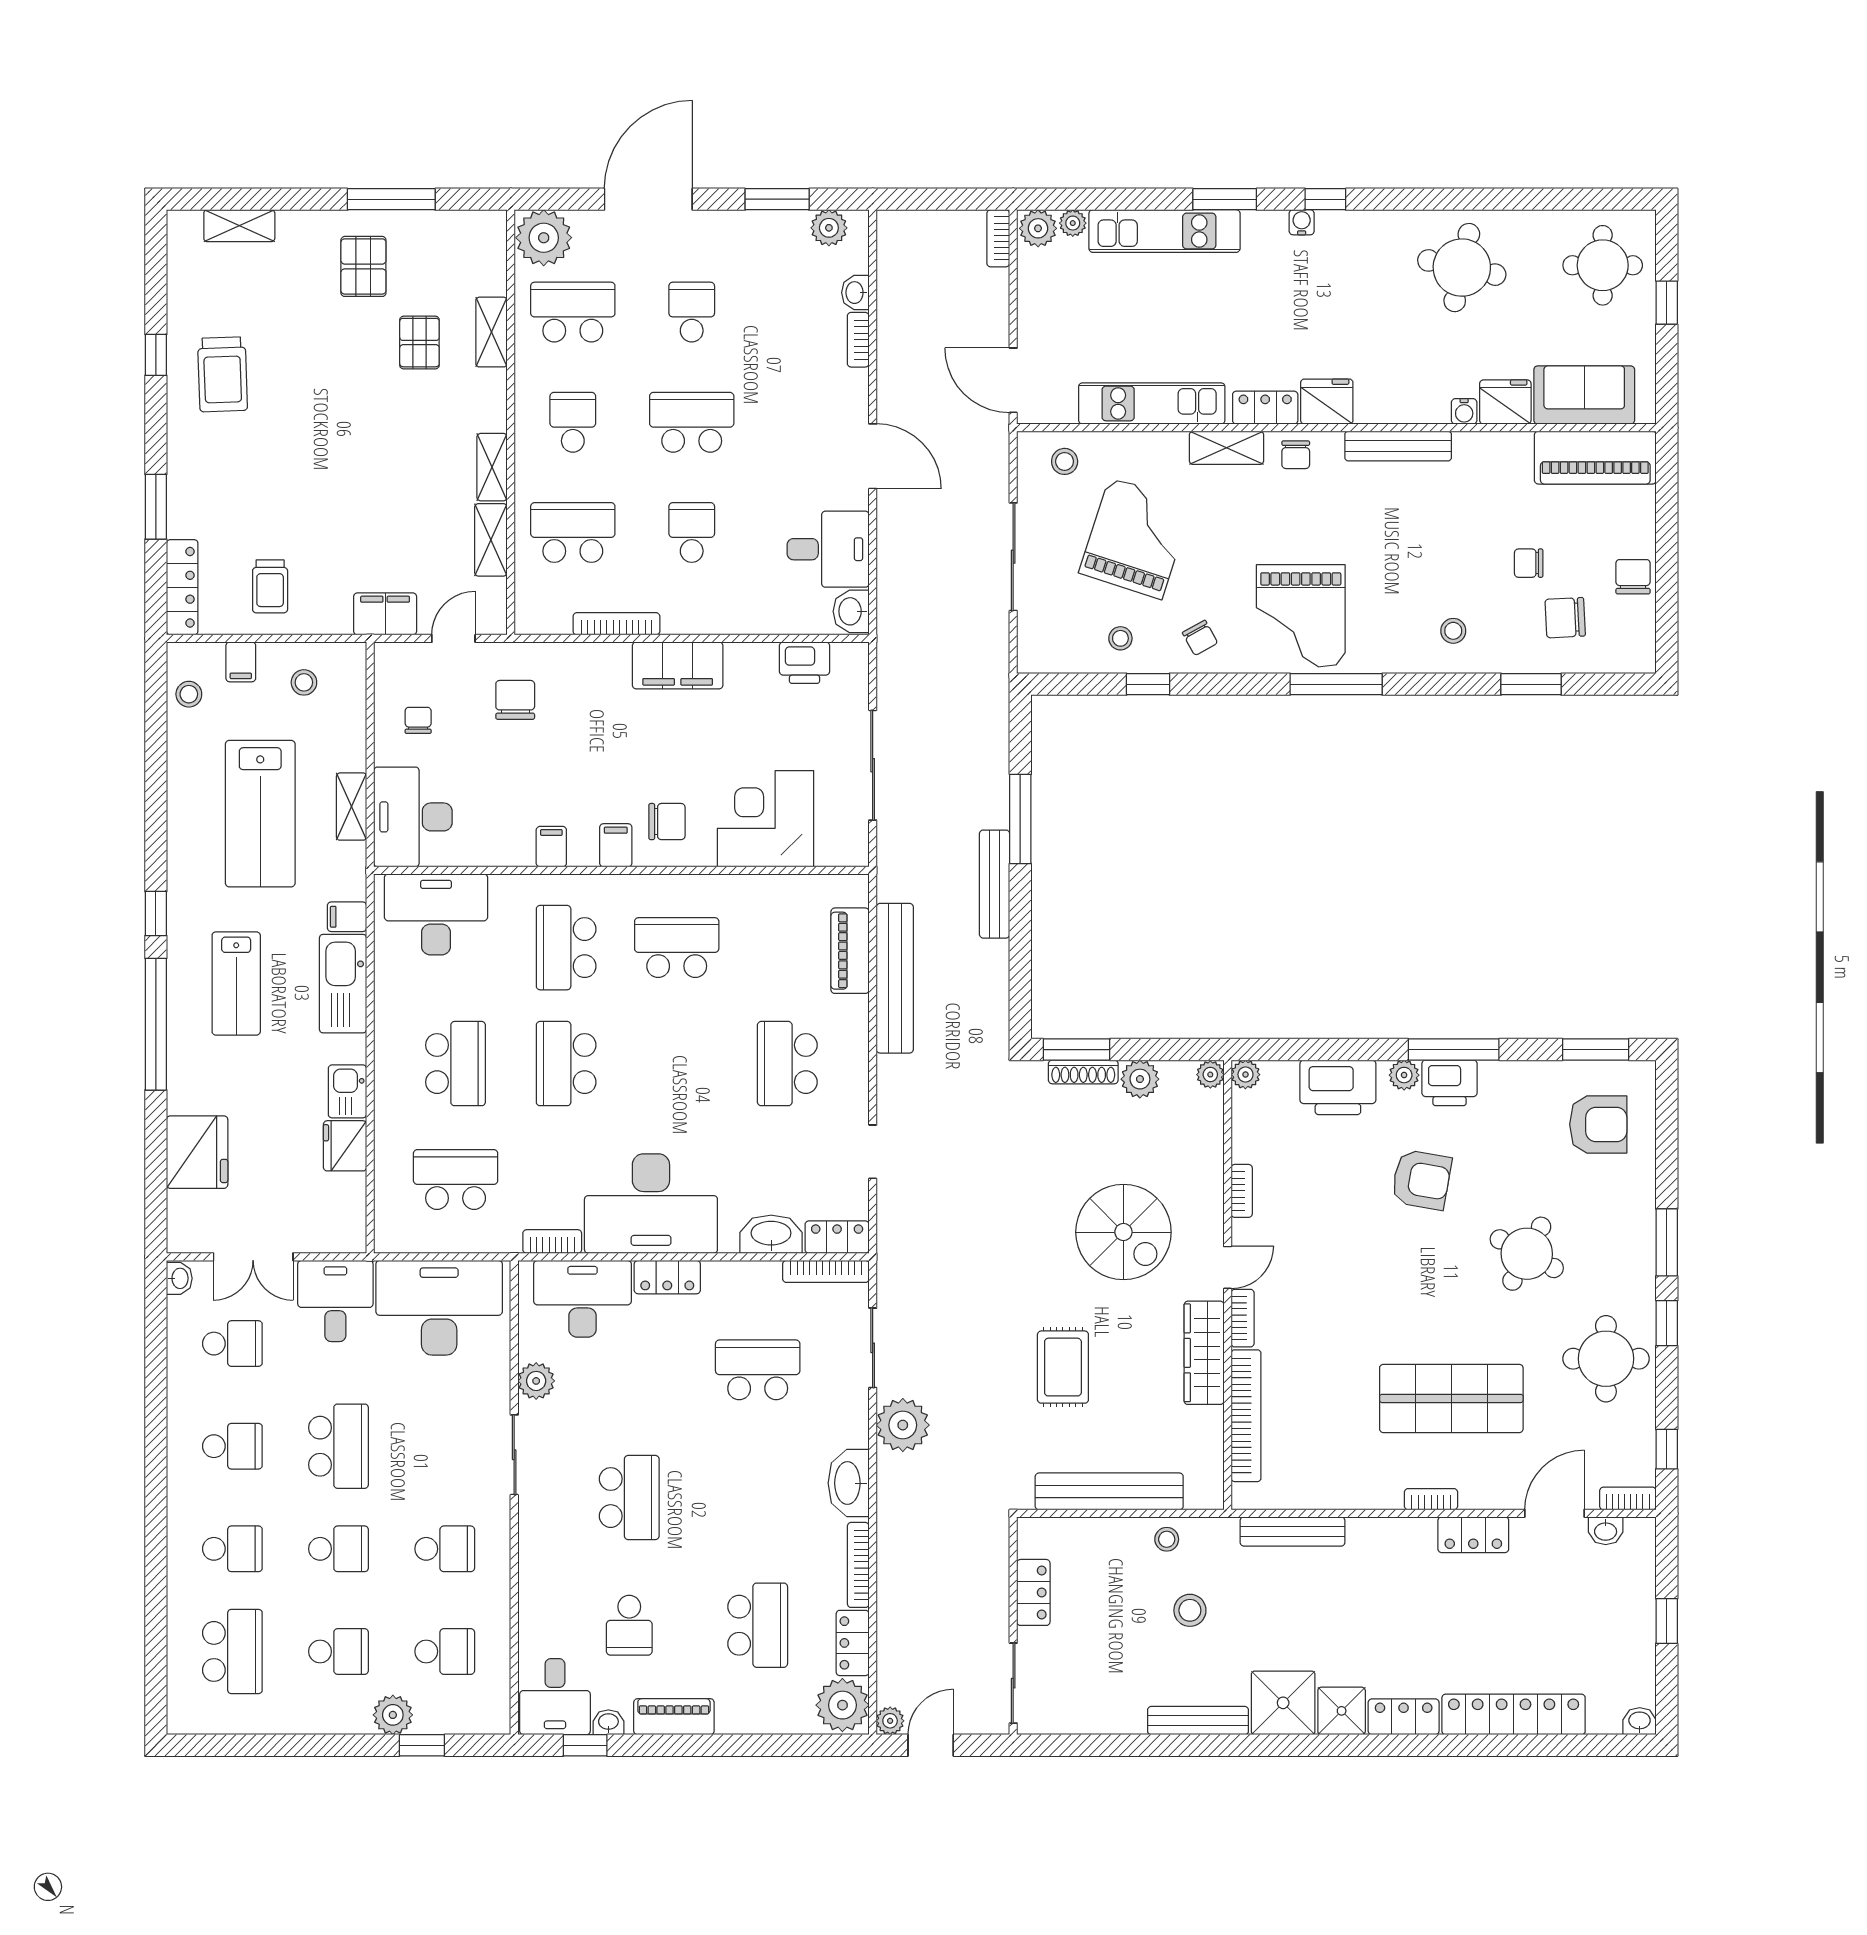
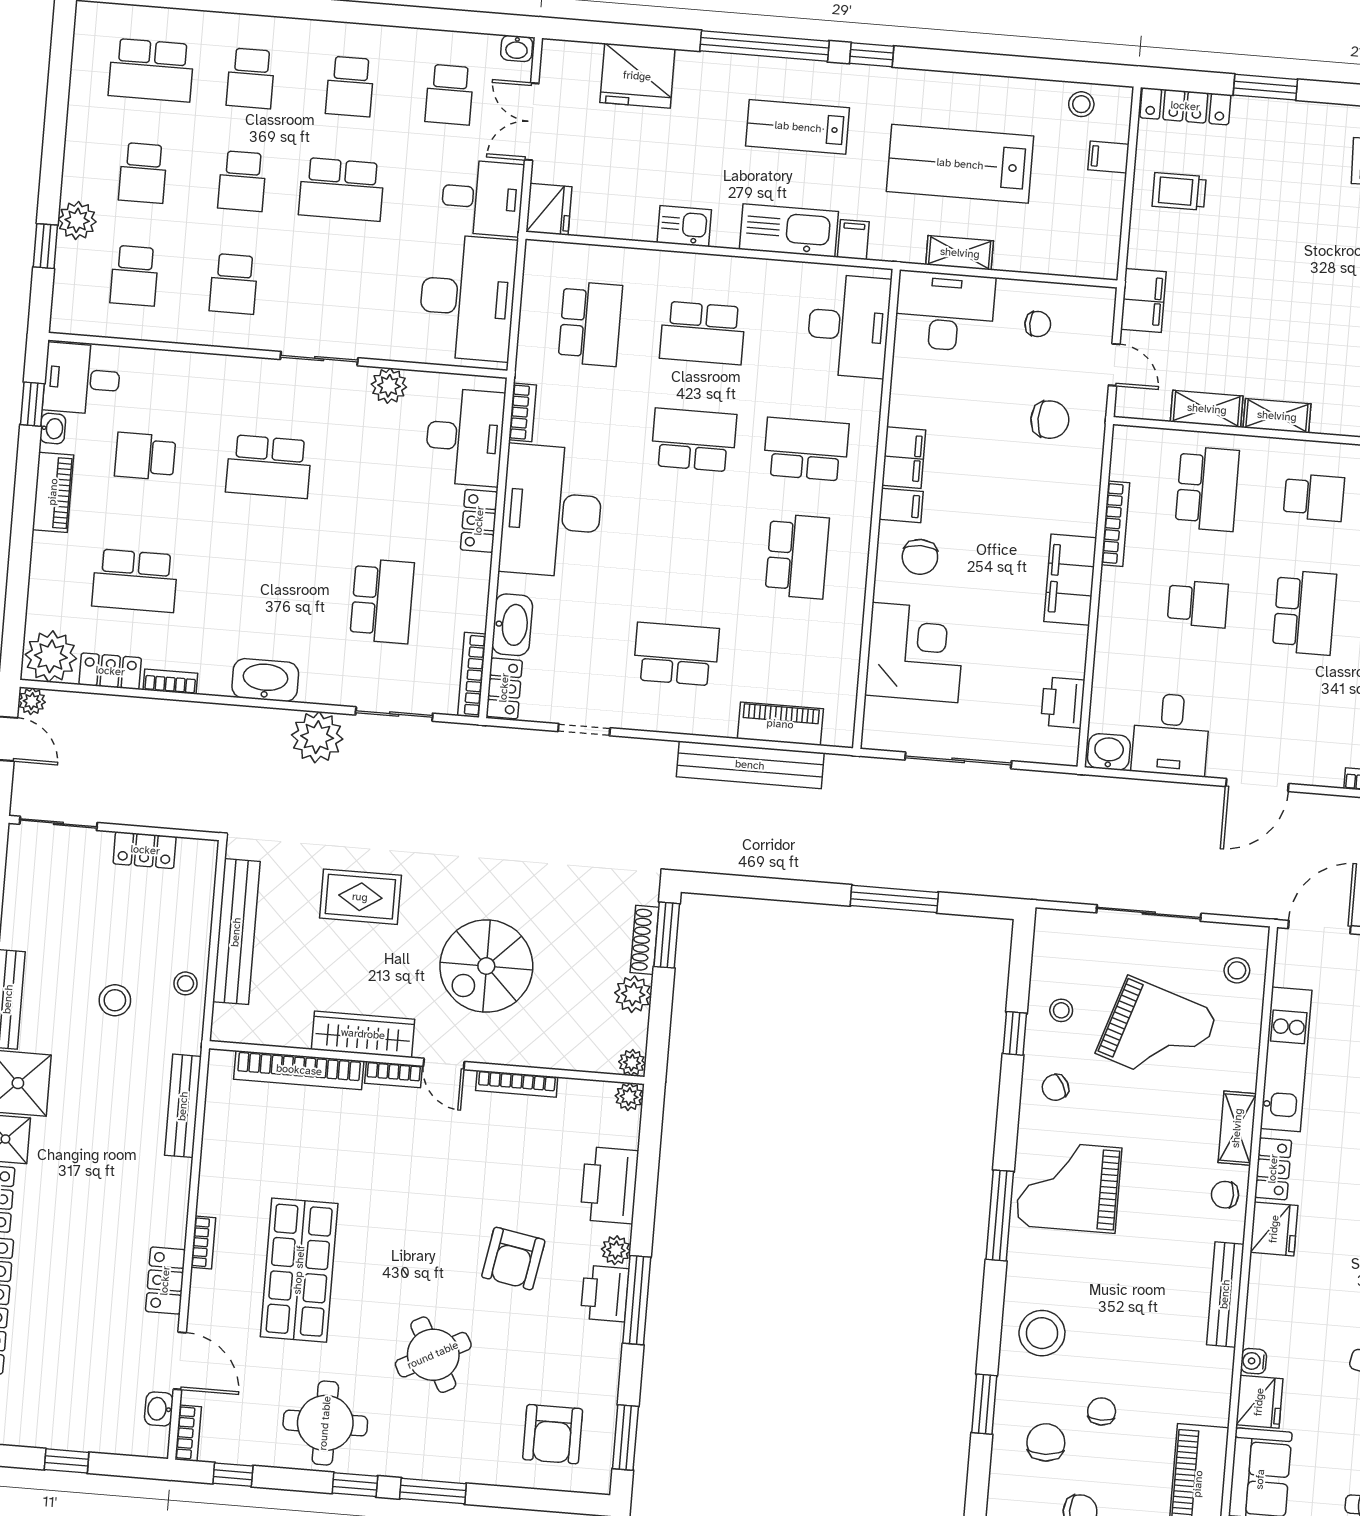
stool: (1453, 631) -> (1042, 1333), width x1.89, depth x1.89
stool: (304, 682) -> (1084, 217), removed
filing cabinet: (551, 847) -> (904, 458), width x2.00
bench: (995, 884) -> (833, 869), removed
fridge: (345, 1146) -> (549, 209), moved, turned 90
bookcase: (1242, 1191) -> (517, 1084), width x1.56
round table: (1527, 1254) -> (433, 1355), turned 34
bookcase: (858, 1565) -> (170, 682), width x0.64

